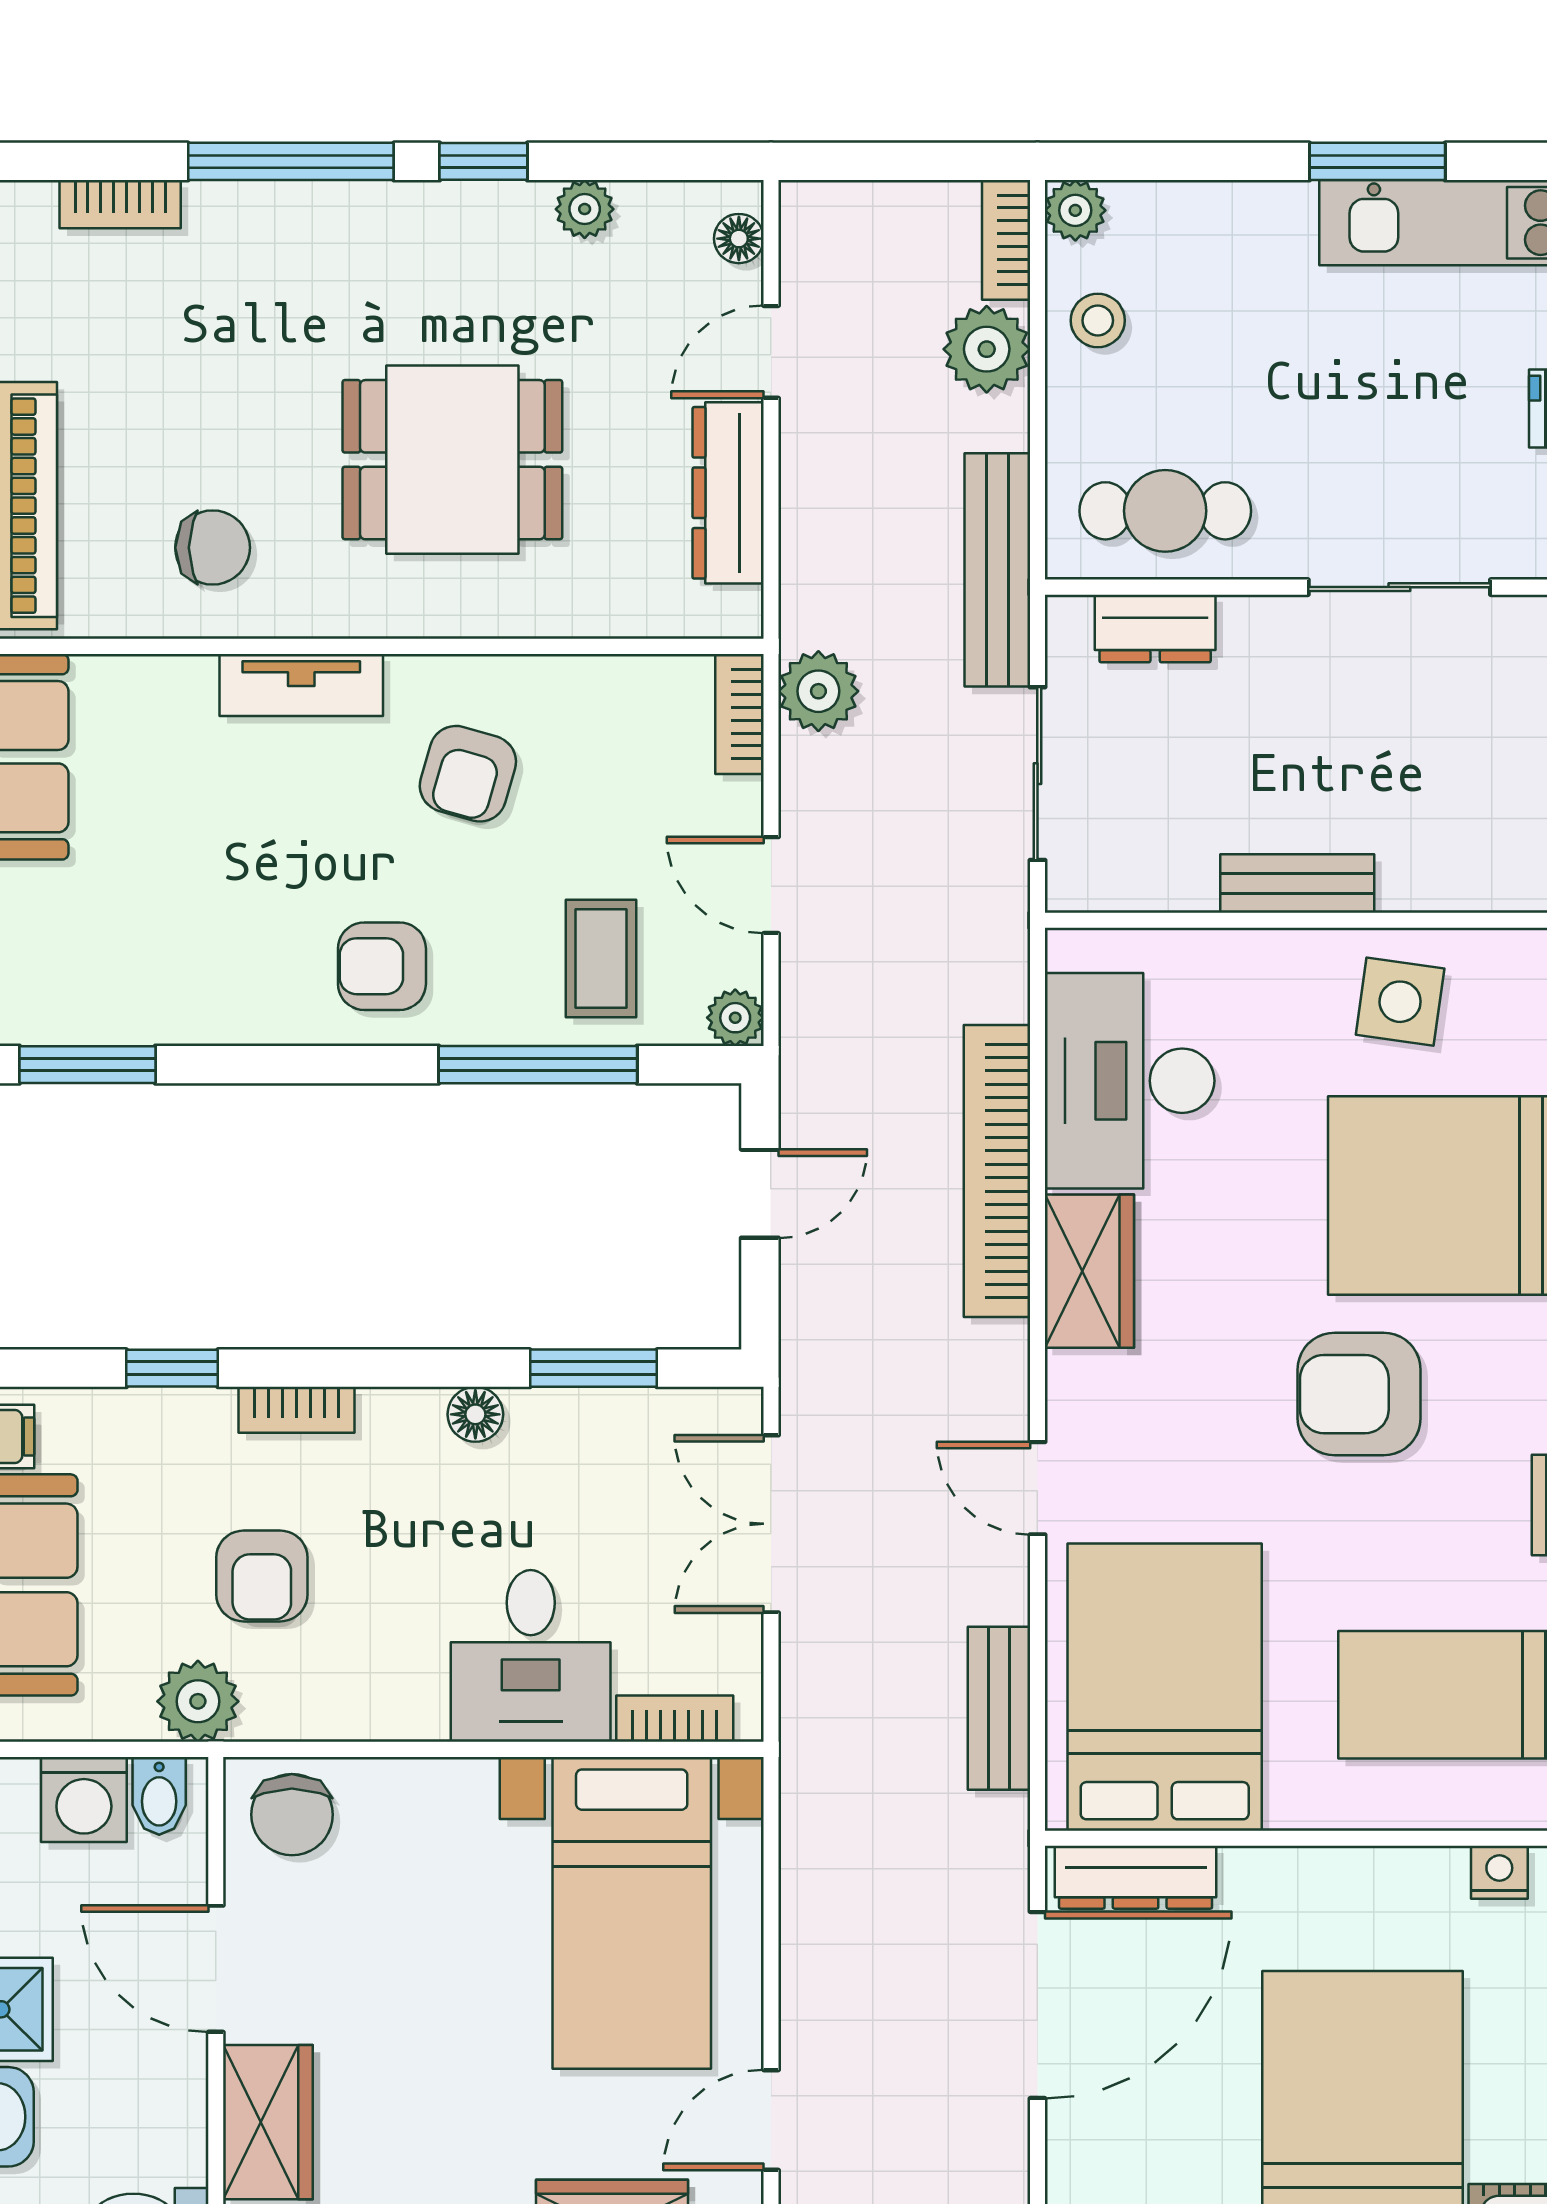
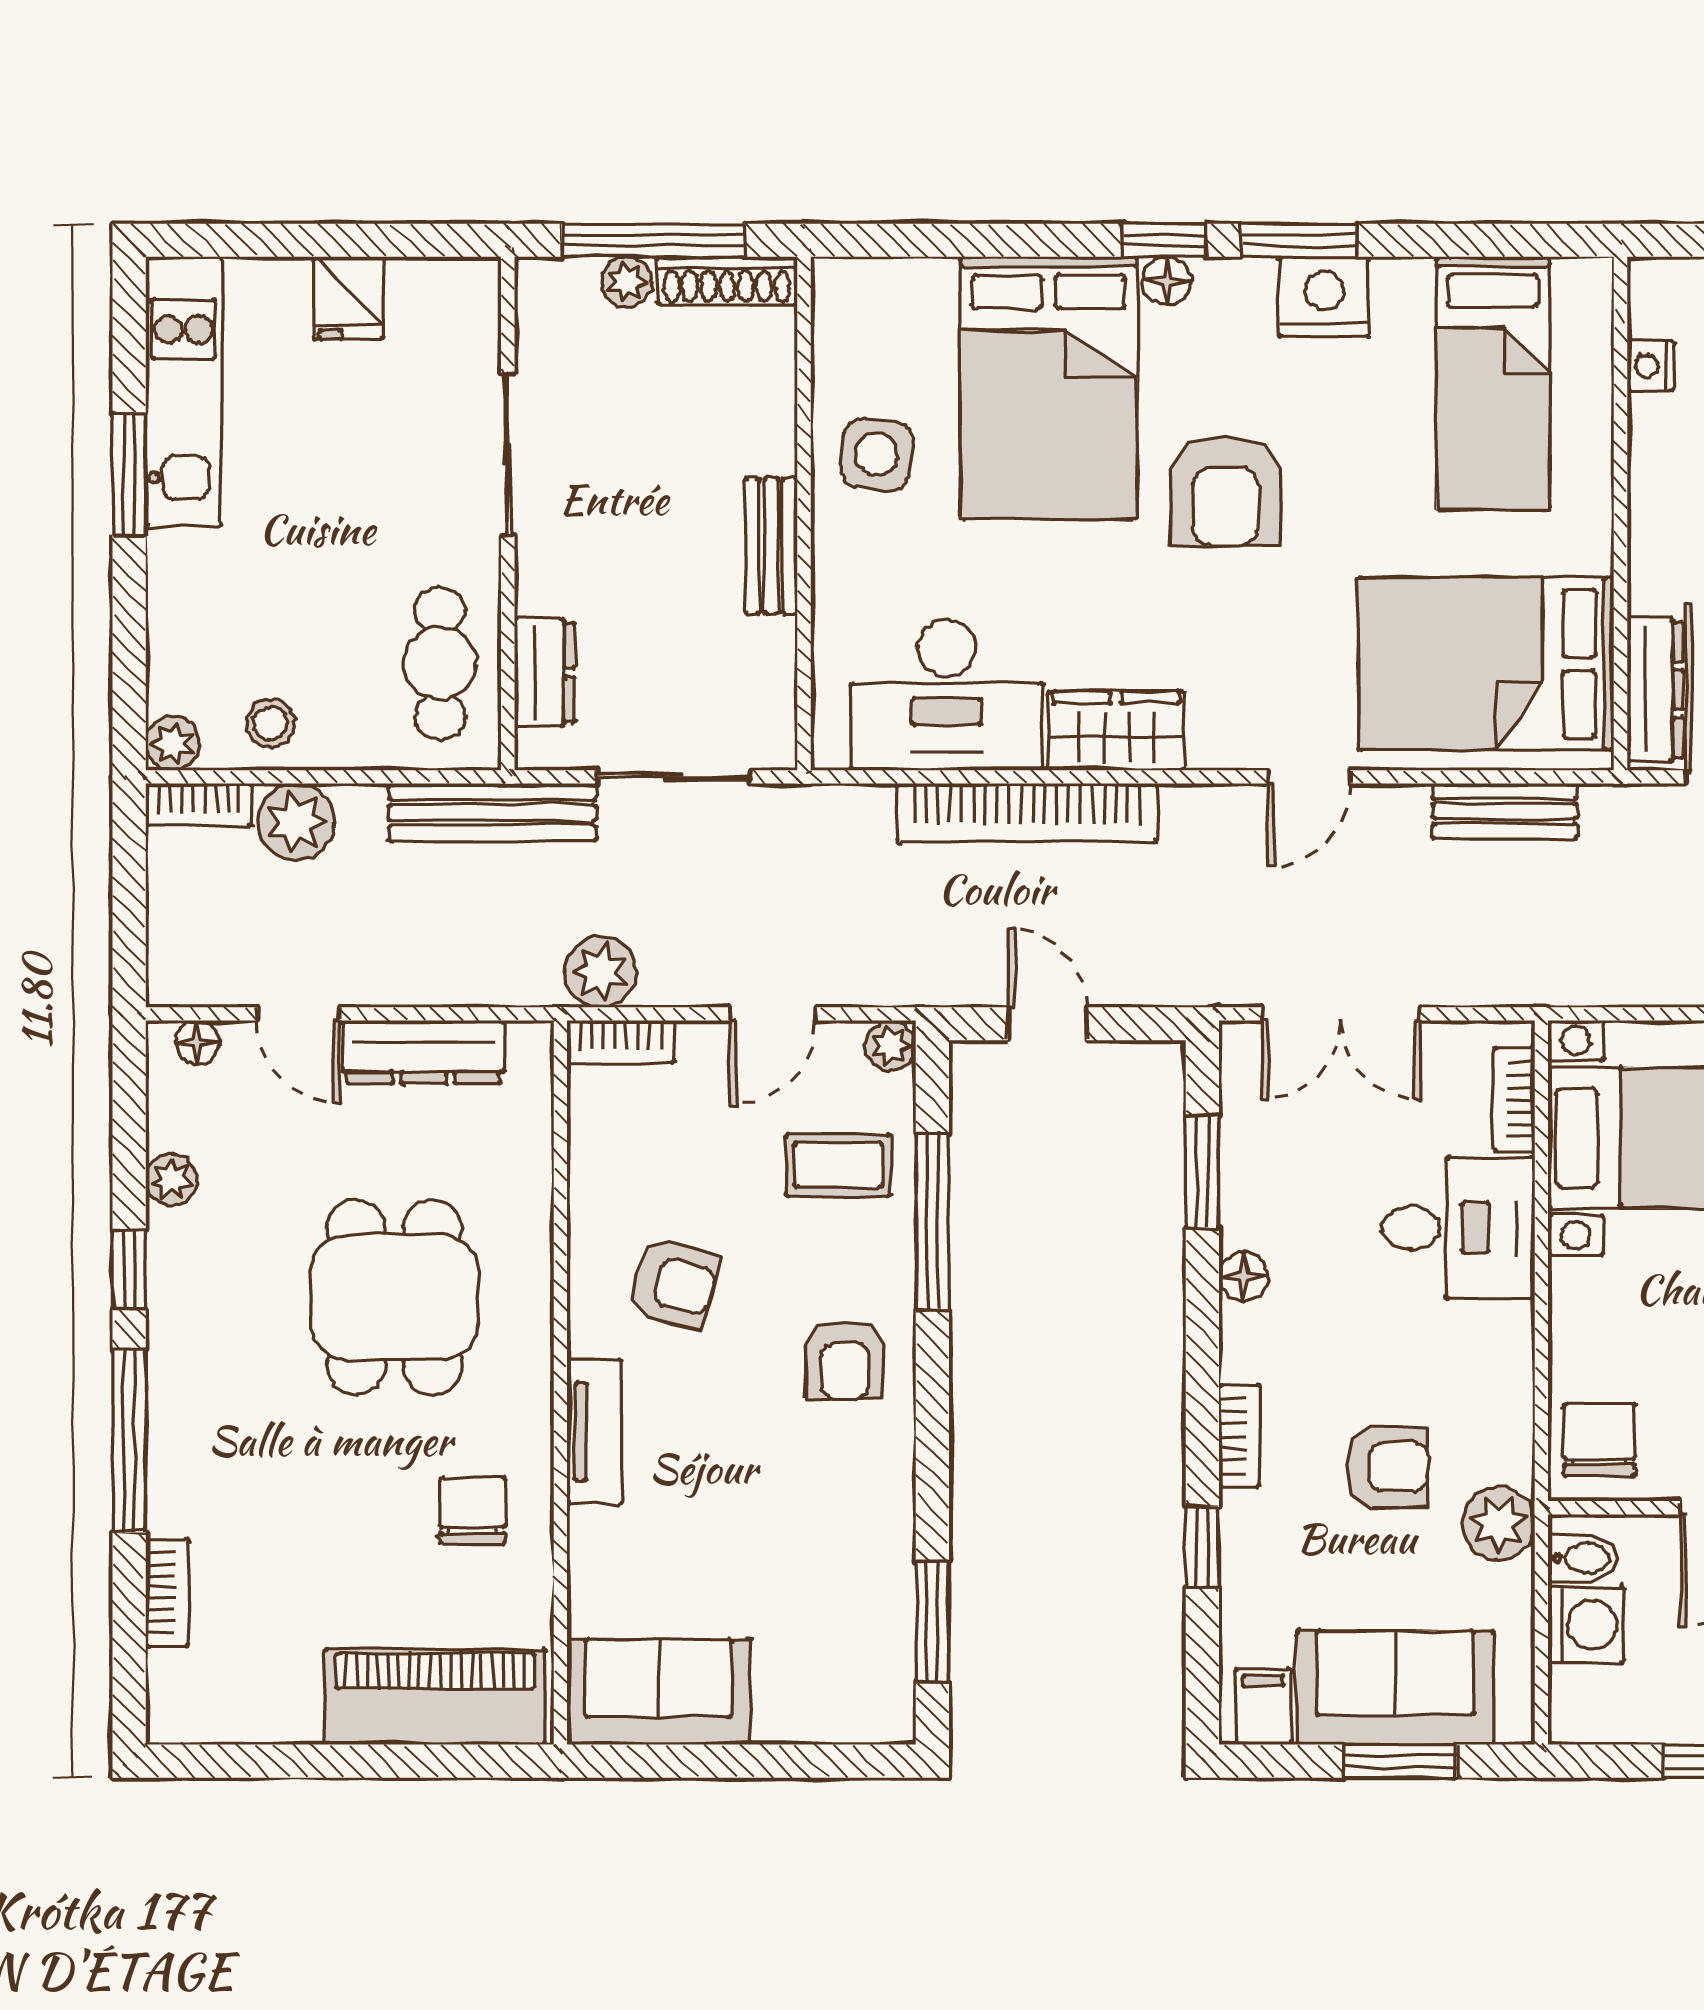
chair: (292, 1815) -> (1599, 1440), turned -90

